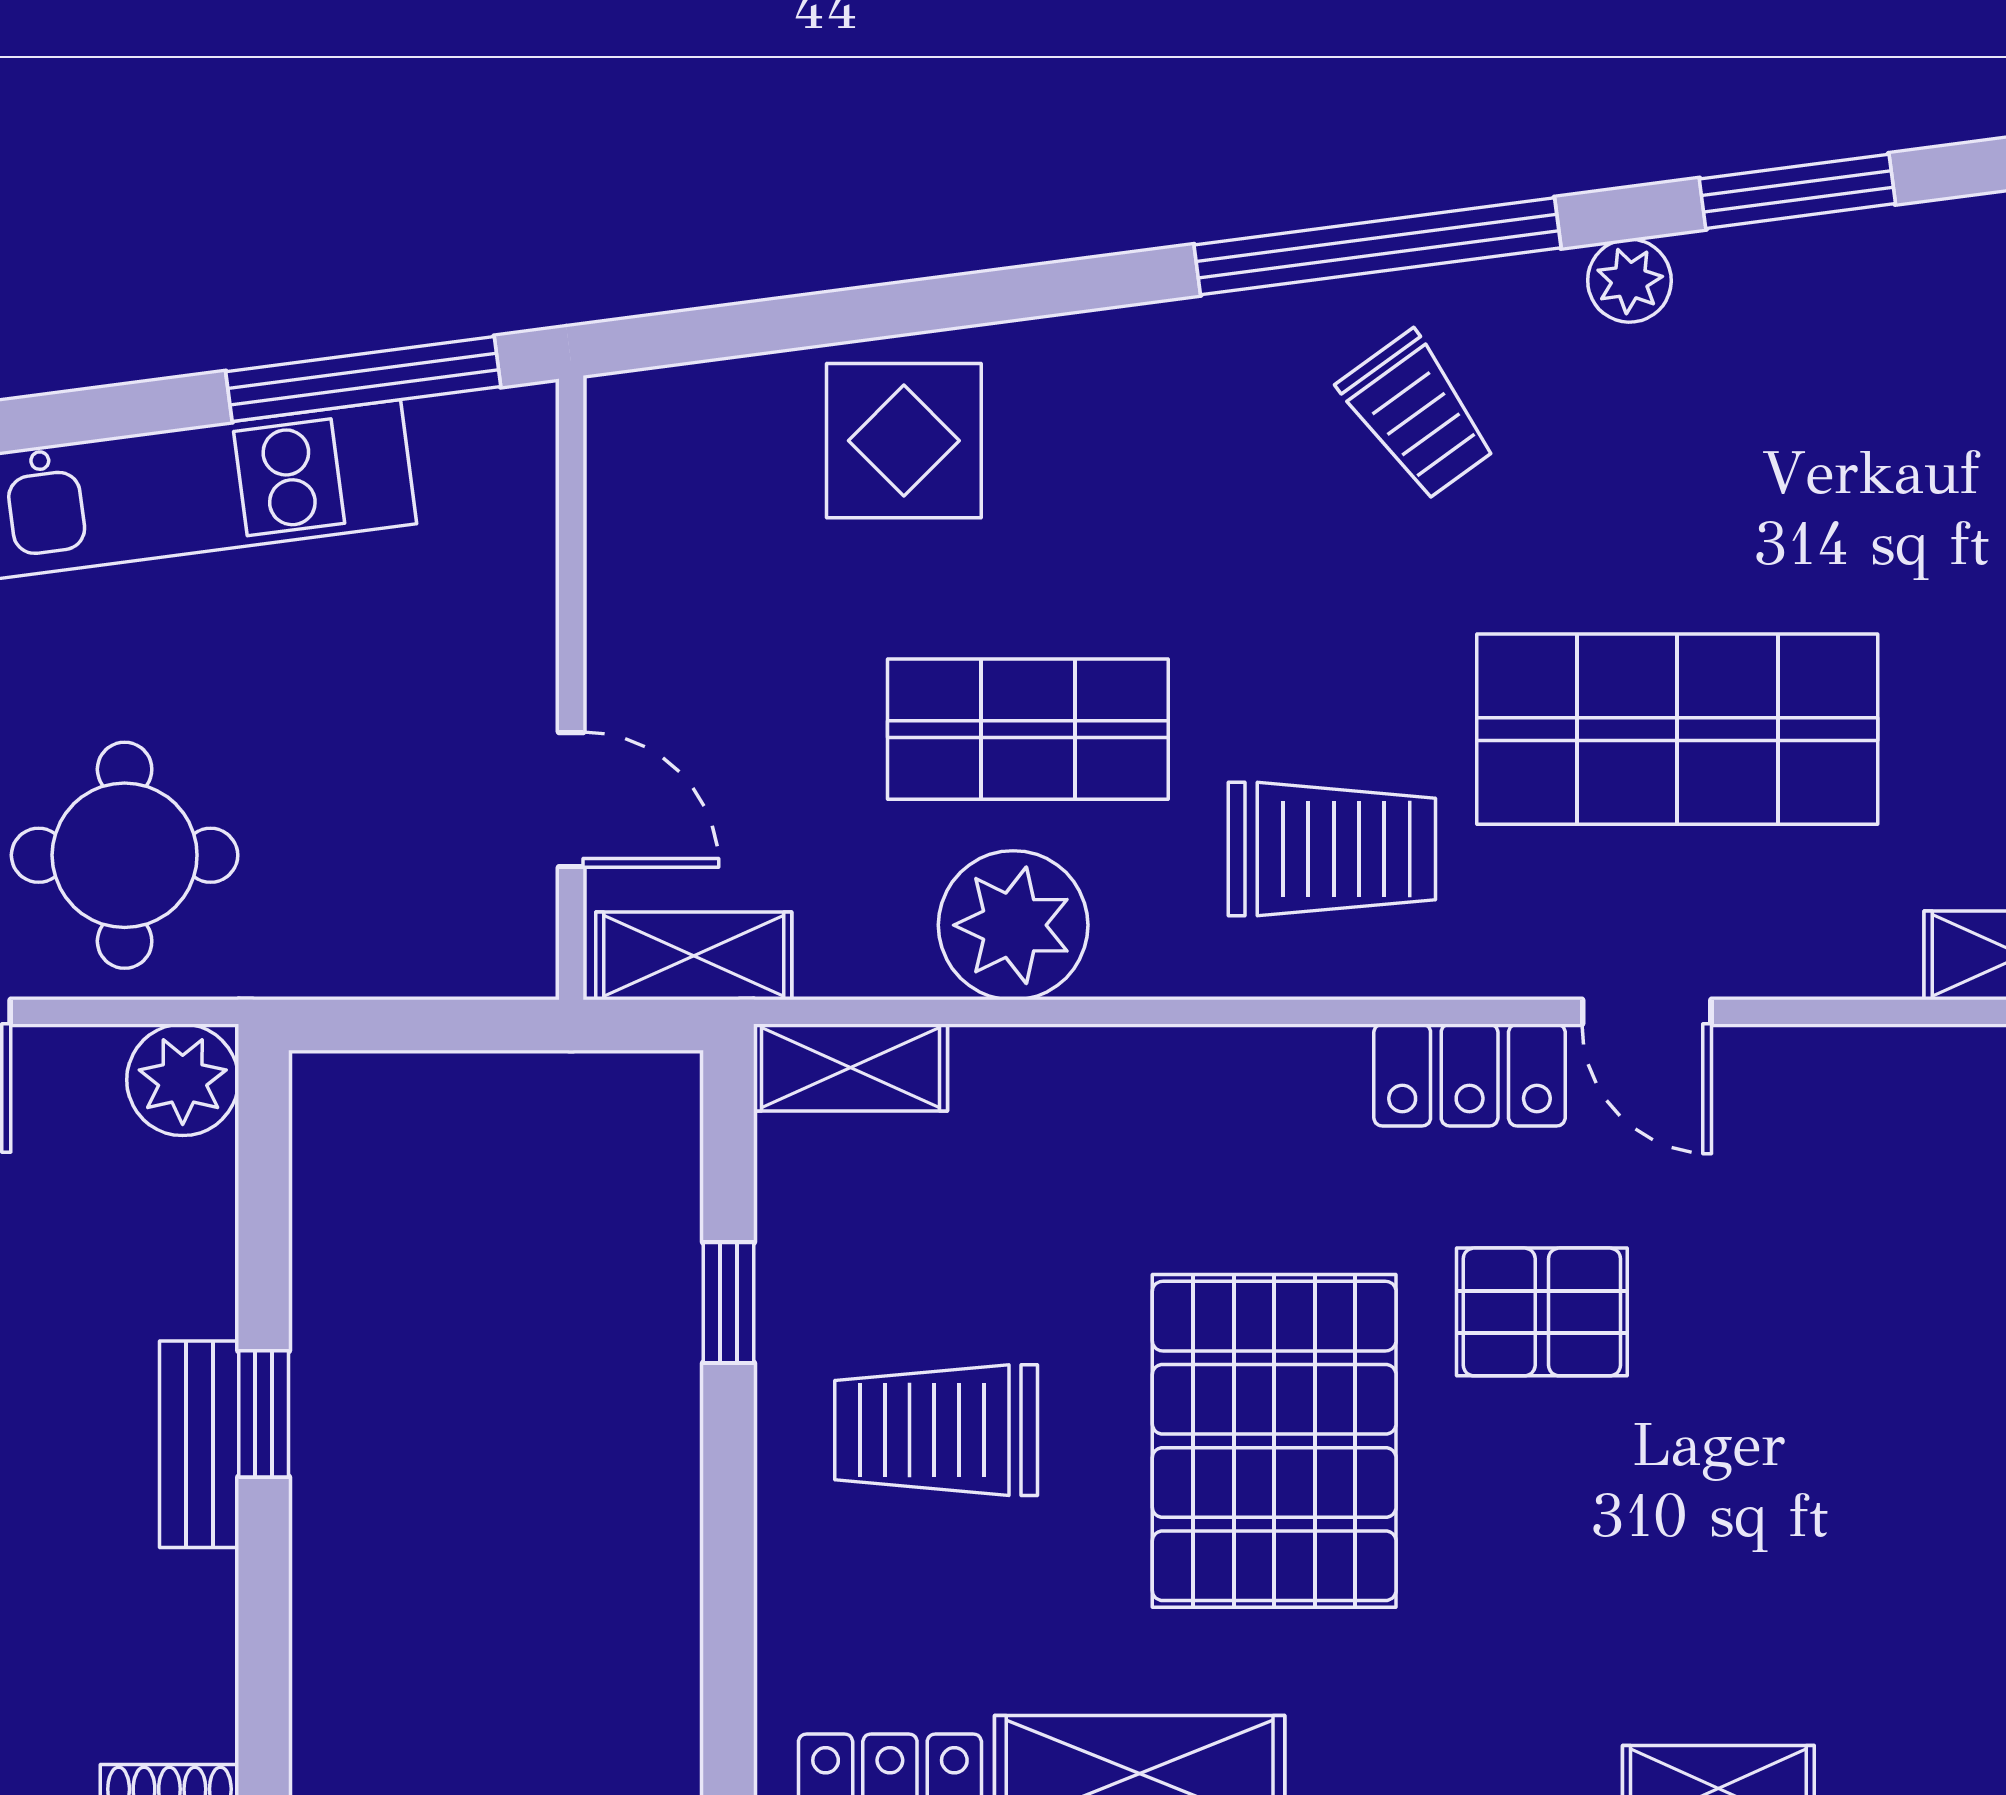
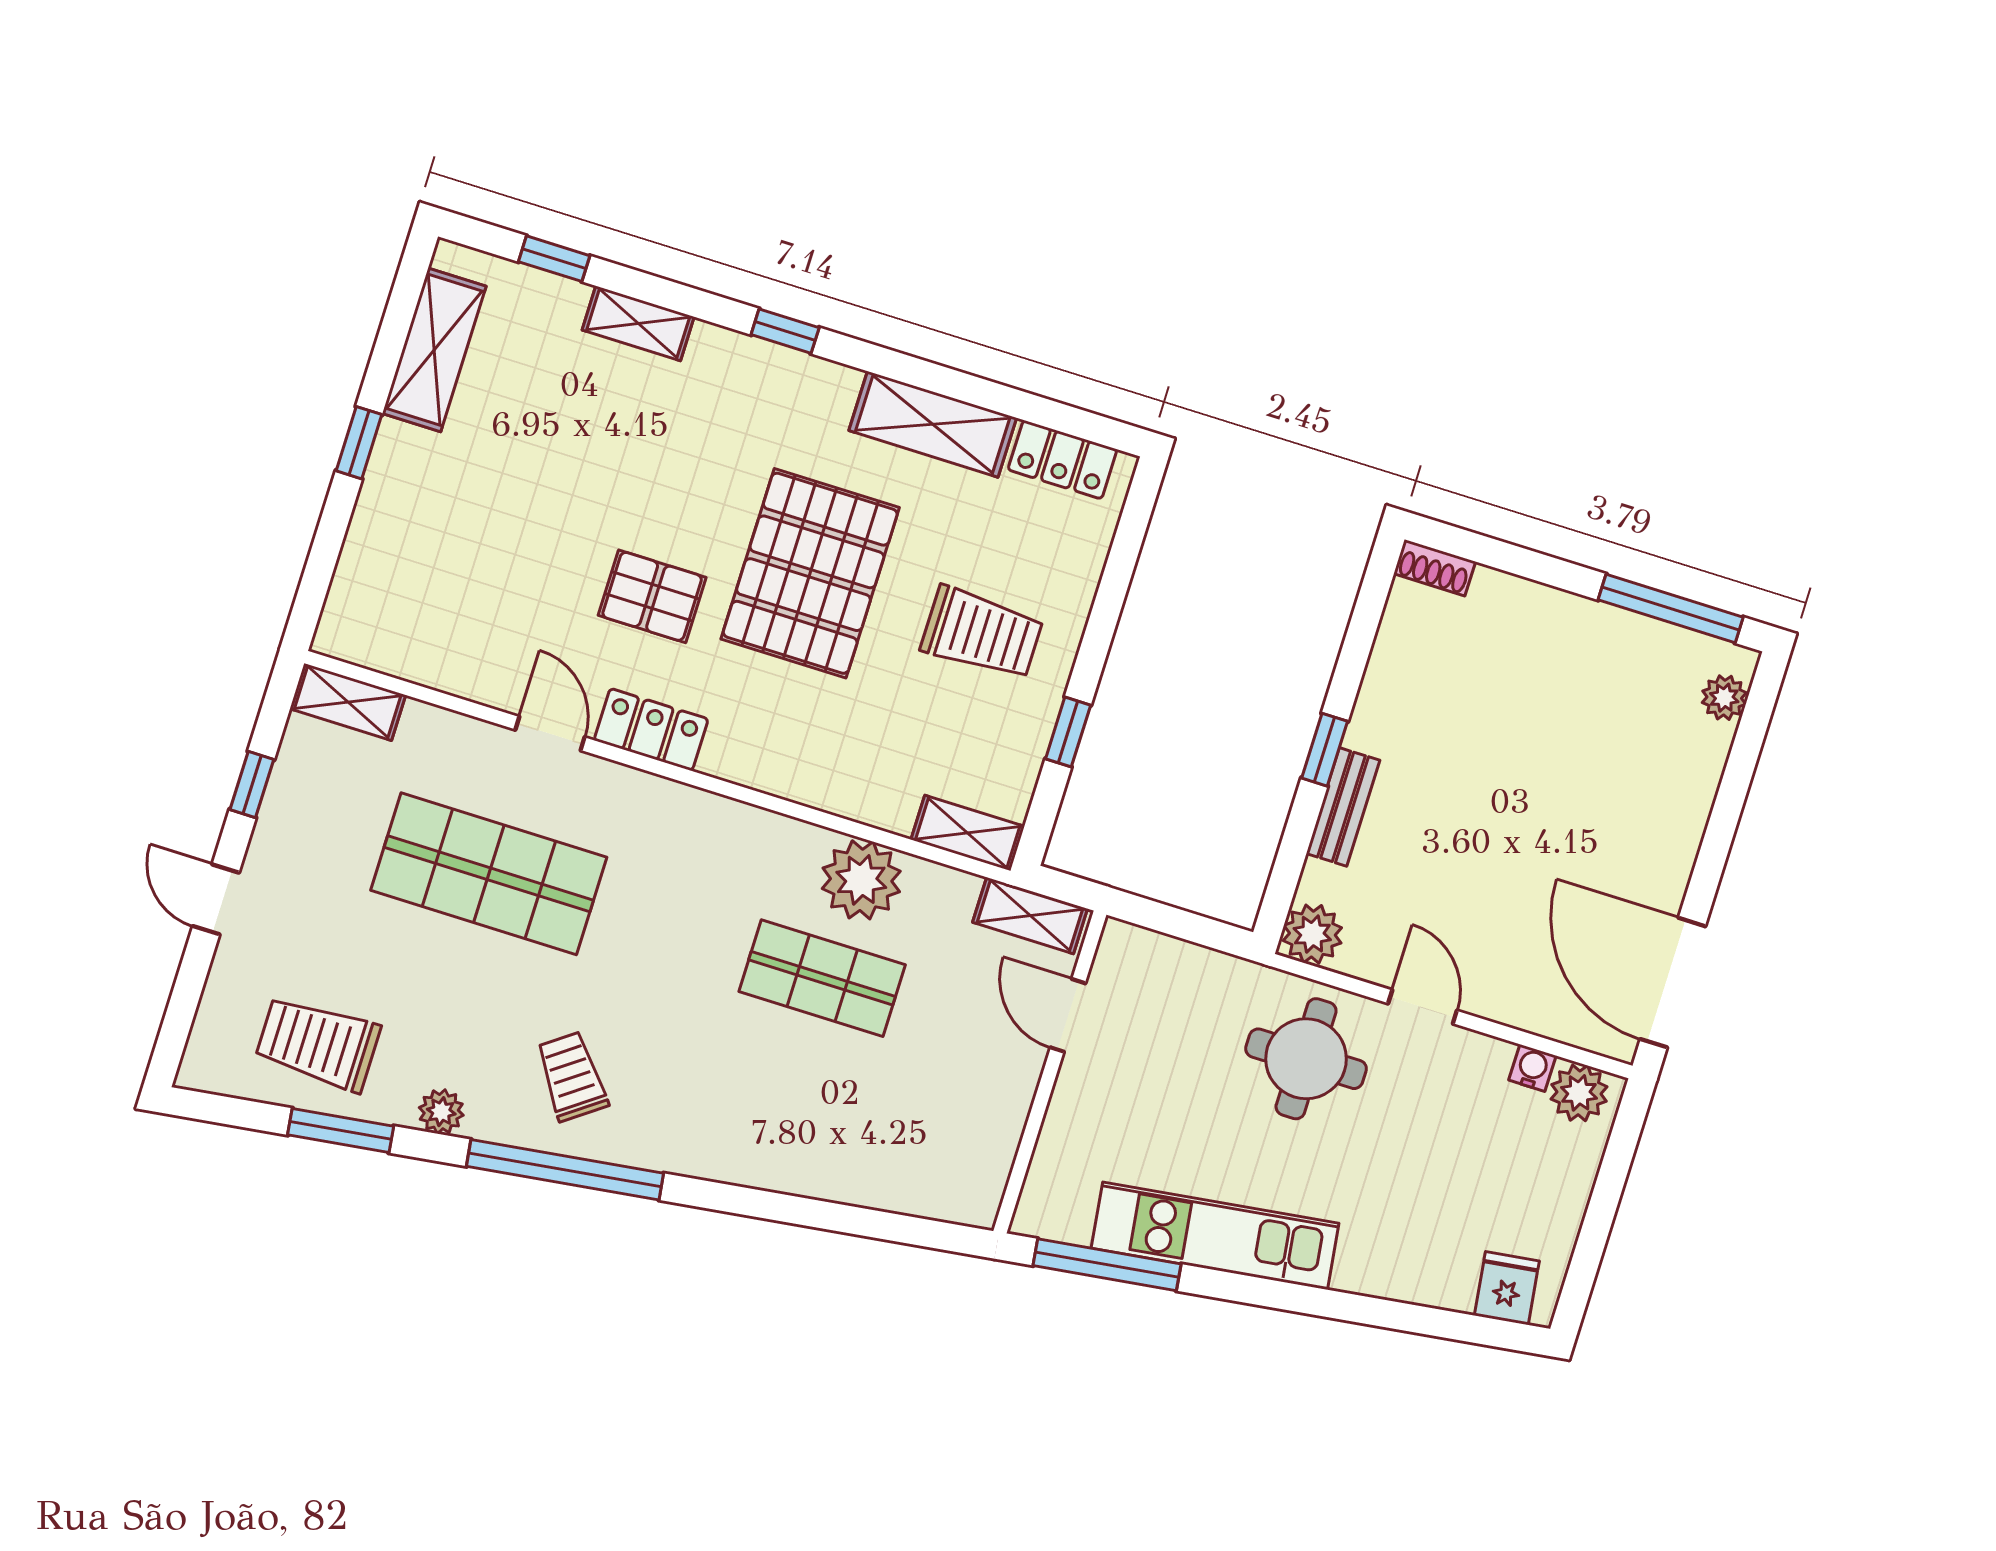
display table: (904, 441) -> (839, 1146), removed
trolley: (1332, 849) -> (318, 1043), moved
bench: (199, 1444) -> (1343, 807), moved

